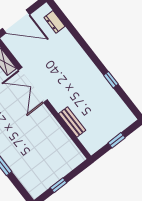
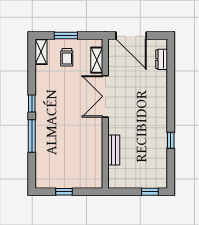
window: (117, 140) -> (150, 192), moved

